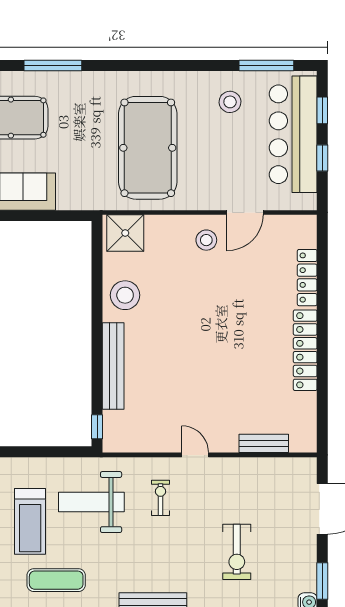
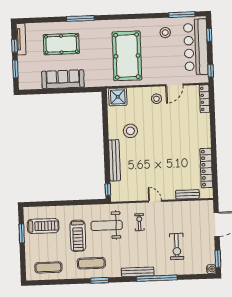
window: (322, 158) -> (211, 71), moved
locker: (307, 278) -> (205, 99), moved
stool: (125, 295) -> (130, 131), moved
locker: (305, 350) -> (206, 168), moved

